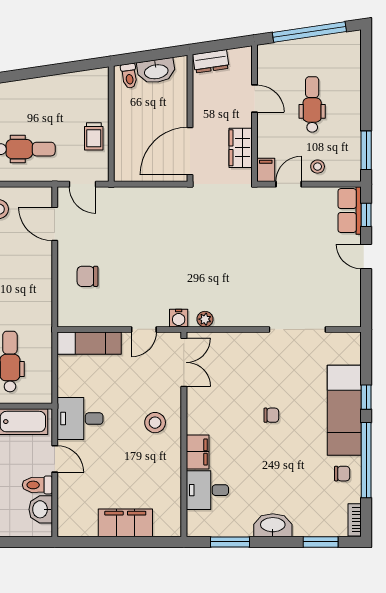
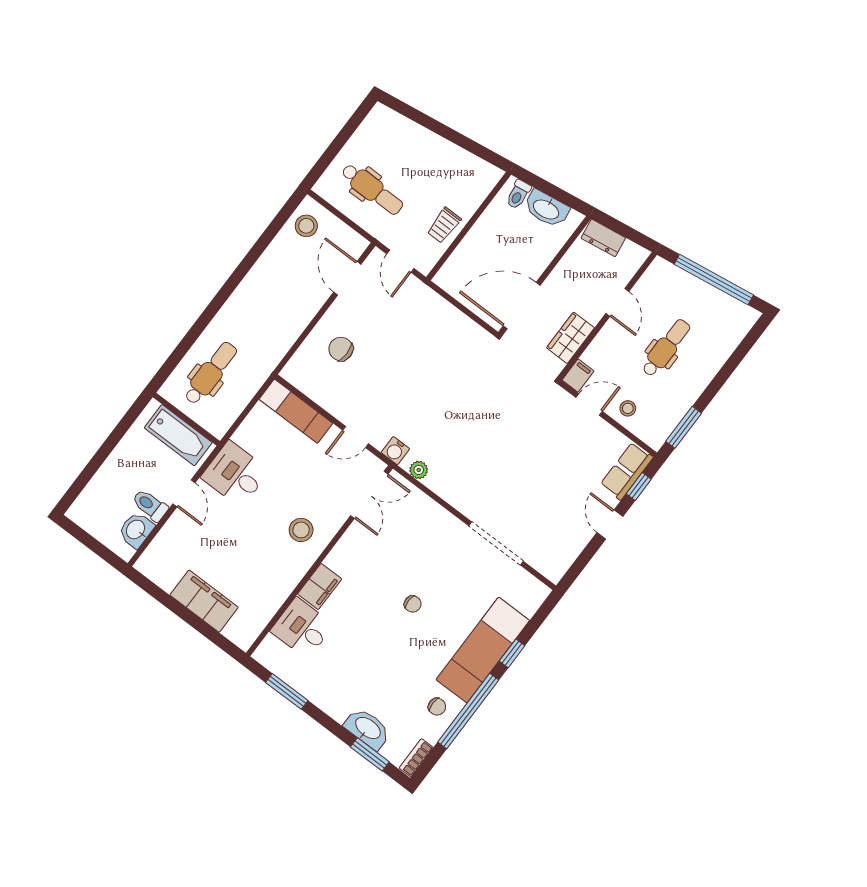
washbasin: (273, 525) -> (367, 729), moved

